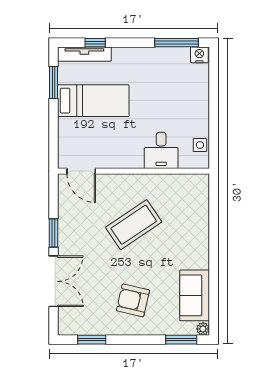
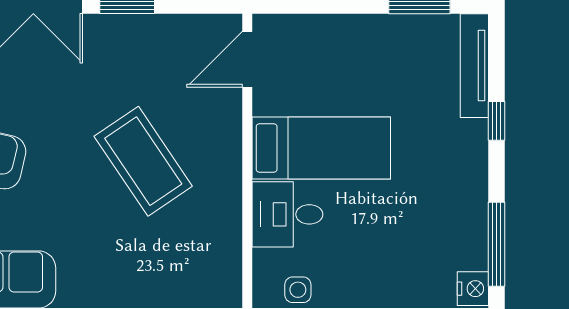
window: (95, 43) -> (497, 121), moved
bed: (93, 101) -> (321, 148), moved, turned -90

